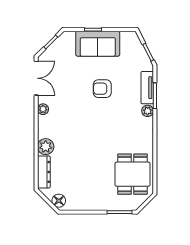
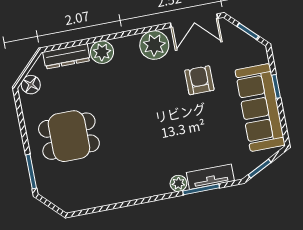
sofa: (98, 44) -> (260, 107), width x1.36
armchair: (102, 89) -> (199, 80), moved
plant: (43, 109) -> (154, 45), width x1.87, depth x1.87
dining table: (132, 174) -> (69, 136), moved

